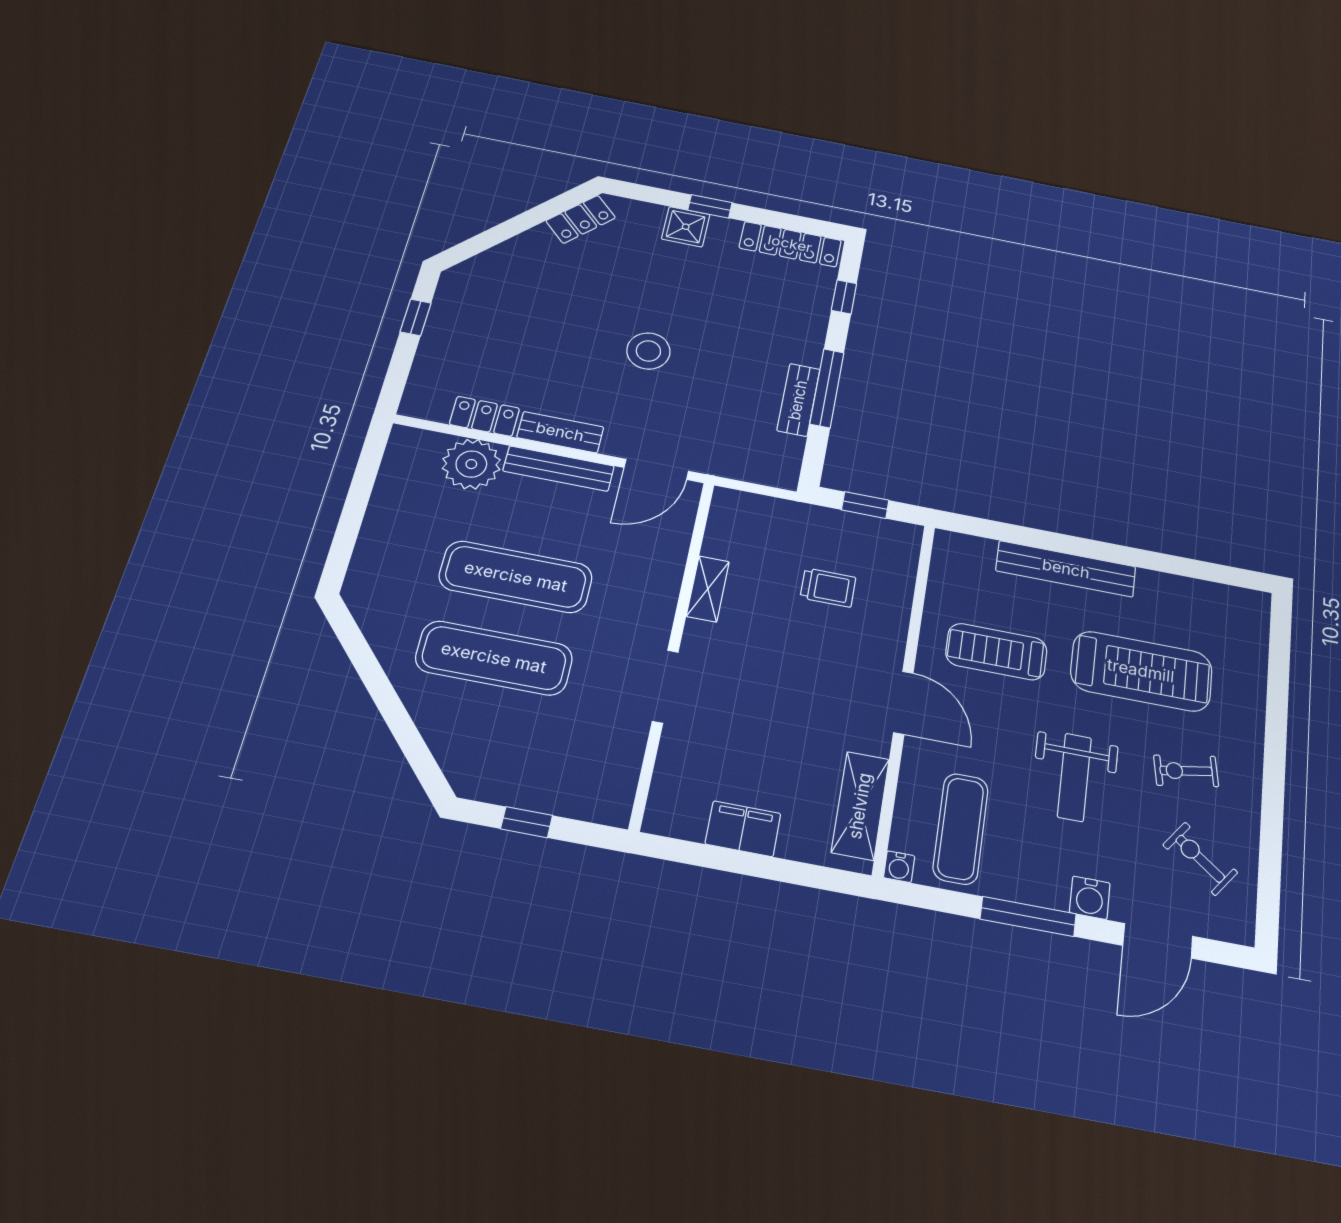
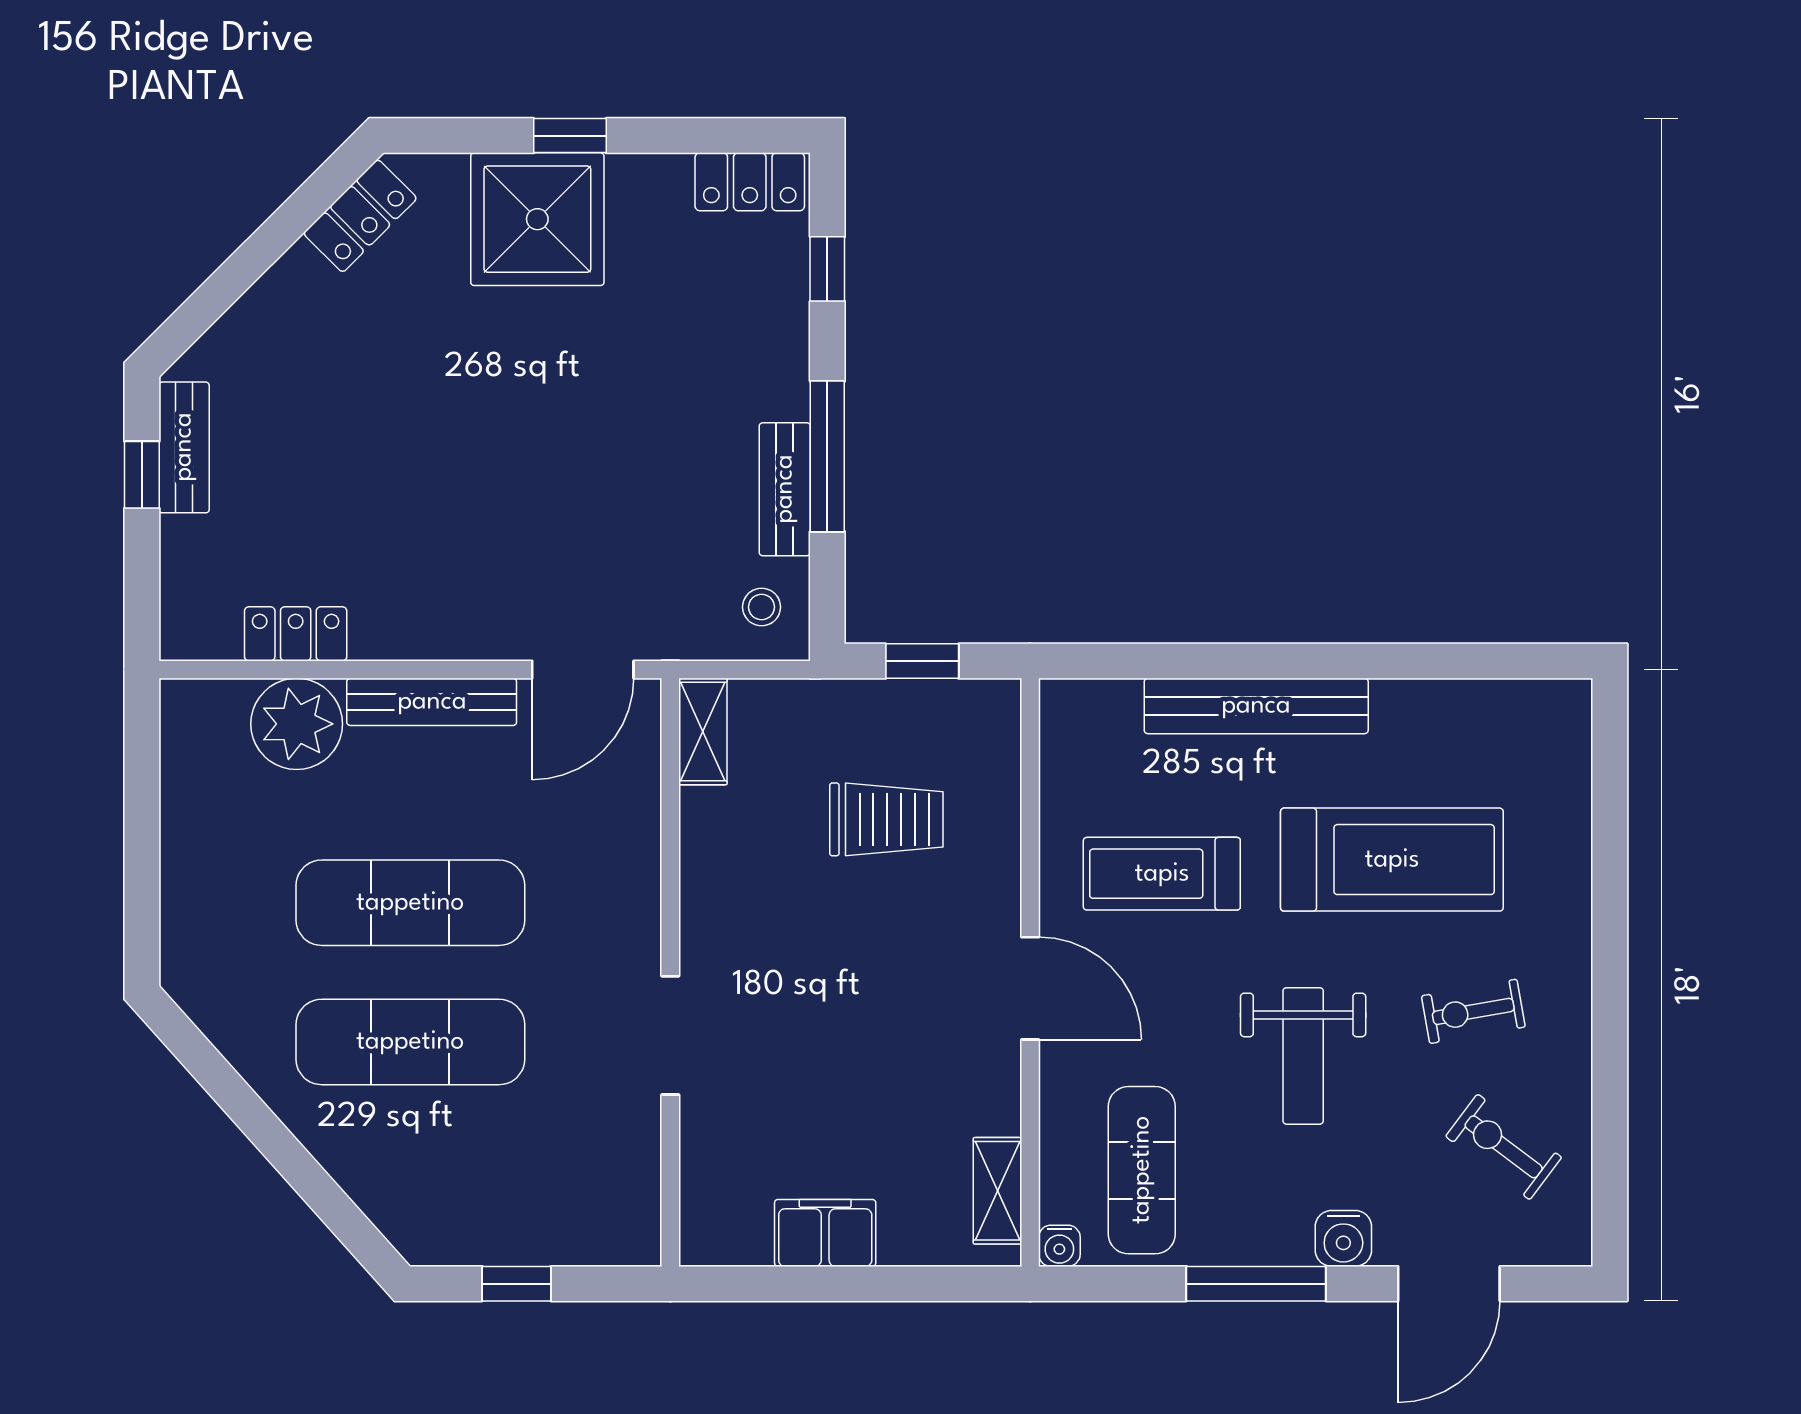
shower: (686, 227) -> (537, 219), width x1.86, depth x1.86
locker: (790, 244) -> (750, 182), width x0.66
stool: (648, 351) -> (762, 607), moved, width x0.53, depth x0.53
bench: (560, 432) -> (184, 447), moved, turned 90
trolley: (828, 588) -> (886, 819), width x1.36, depth x1.39
shelving: (708, 589) -> (703, 732), moved
shelving: (860, 806) -> (998, 1191), width x0.67, depth x0.75

